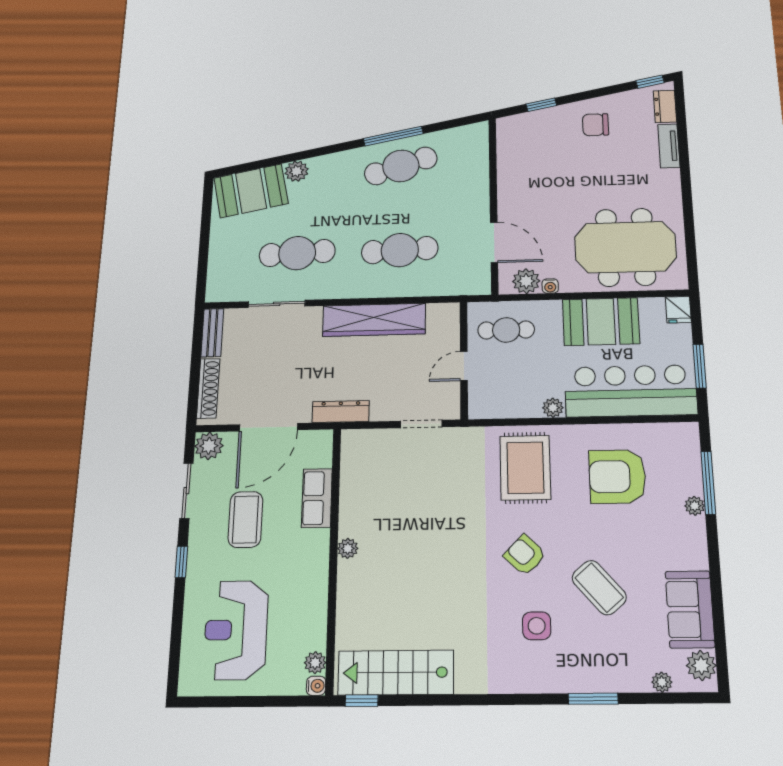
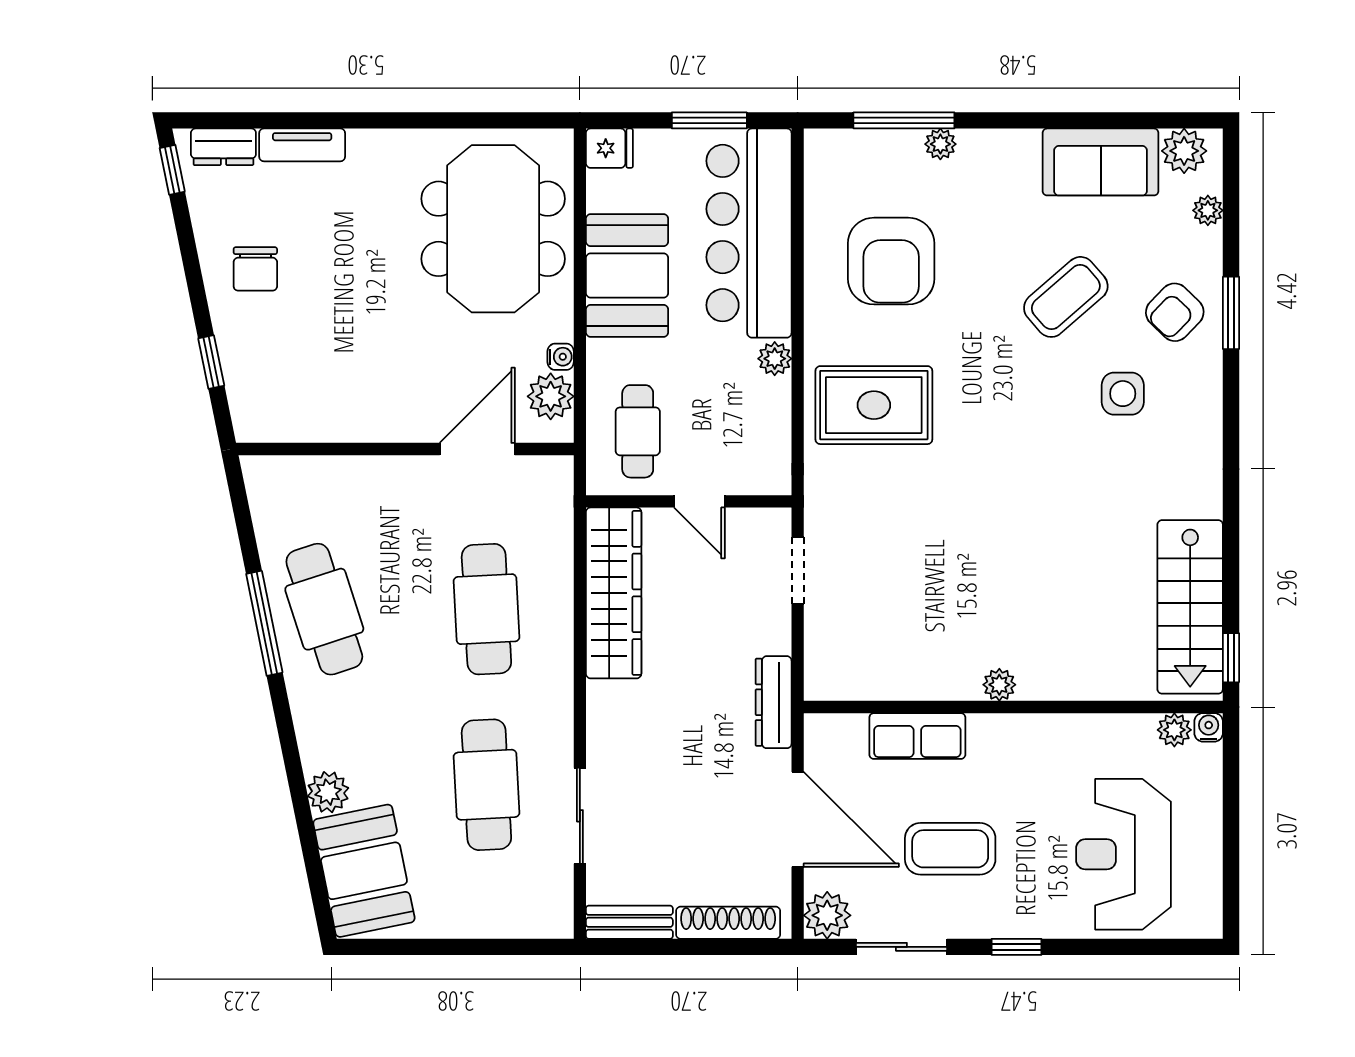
wardrobe: (374, 320) -> (614, 593), moved
armchair: (525, 555) -> (1175, 312), moved
reception desk: (236, 630) -> (1124, 854), turned 90

